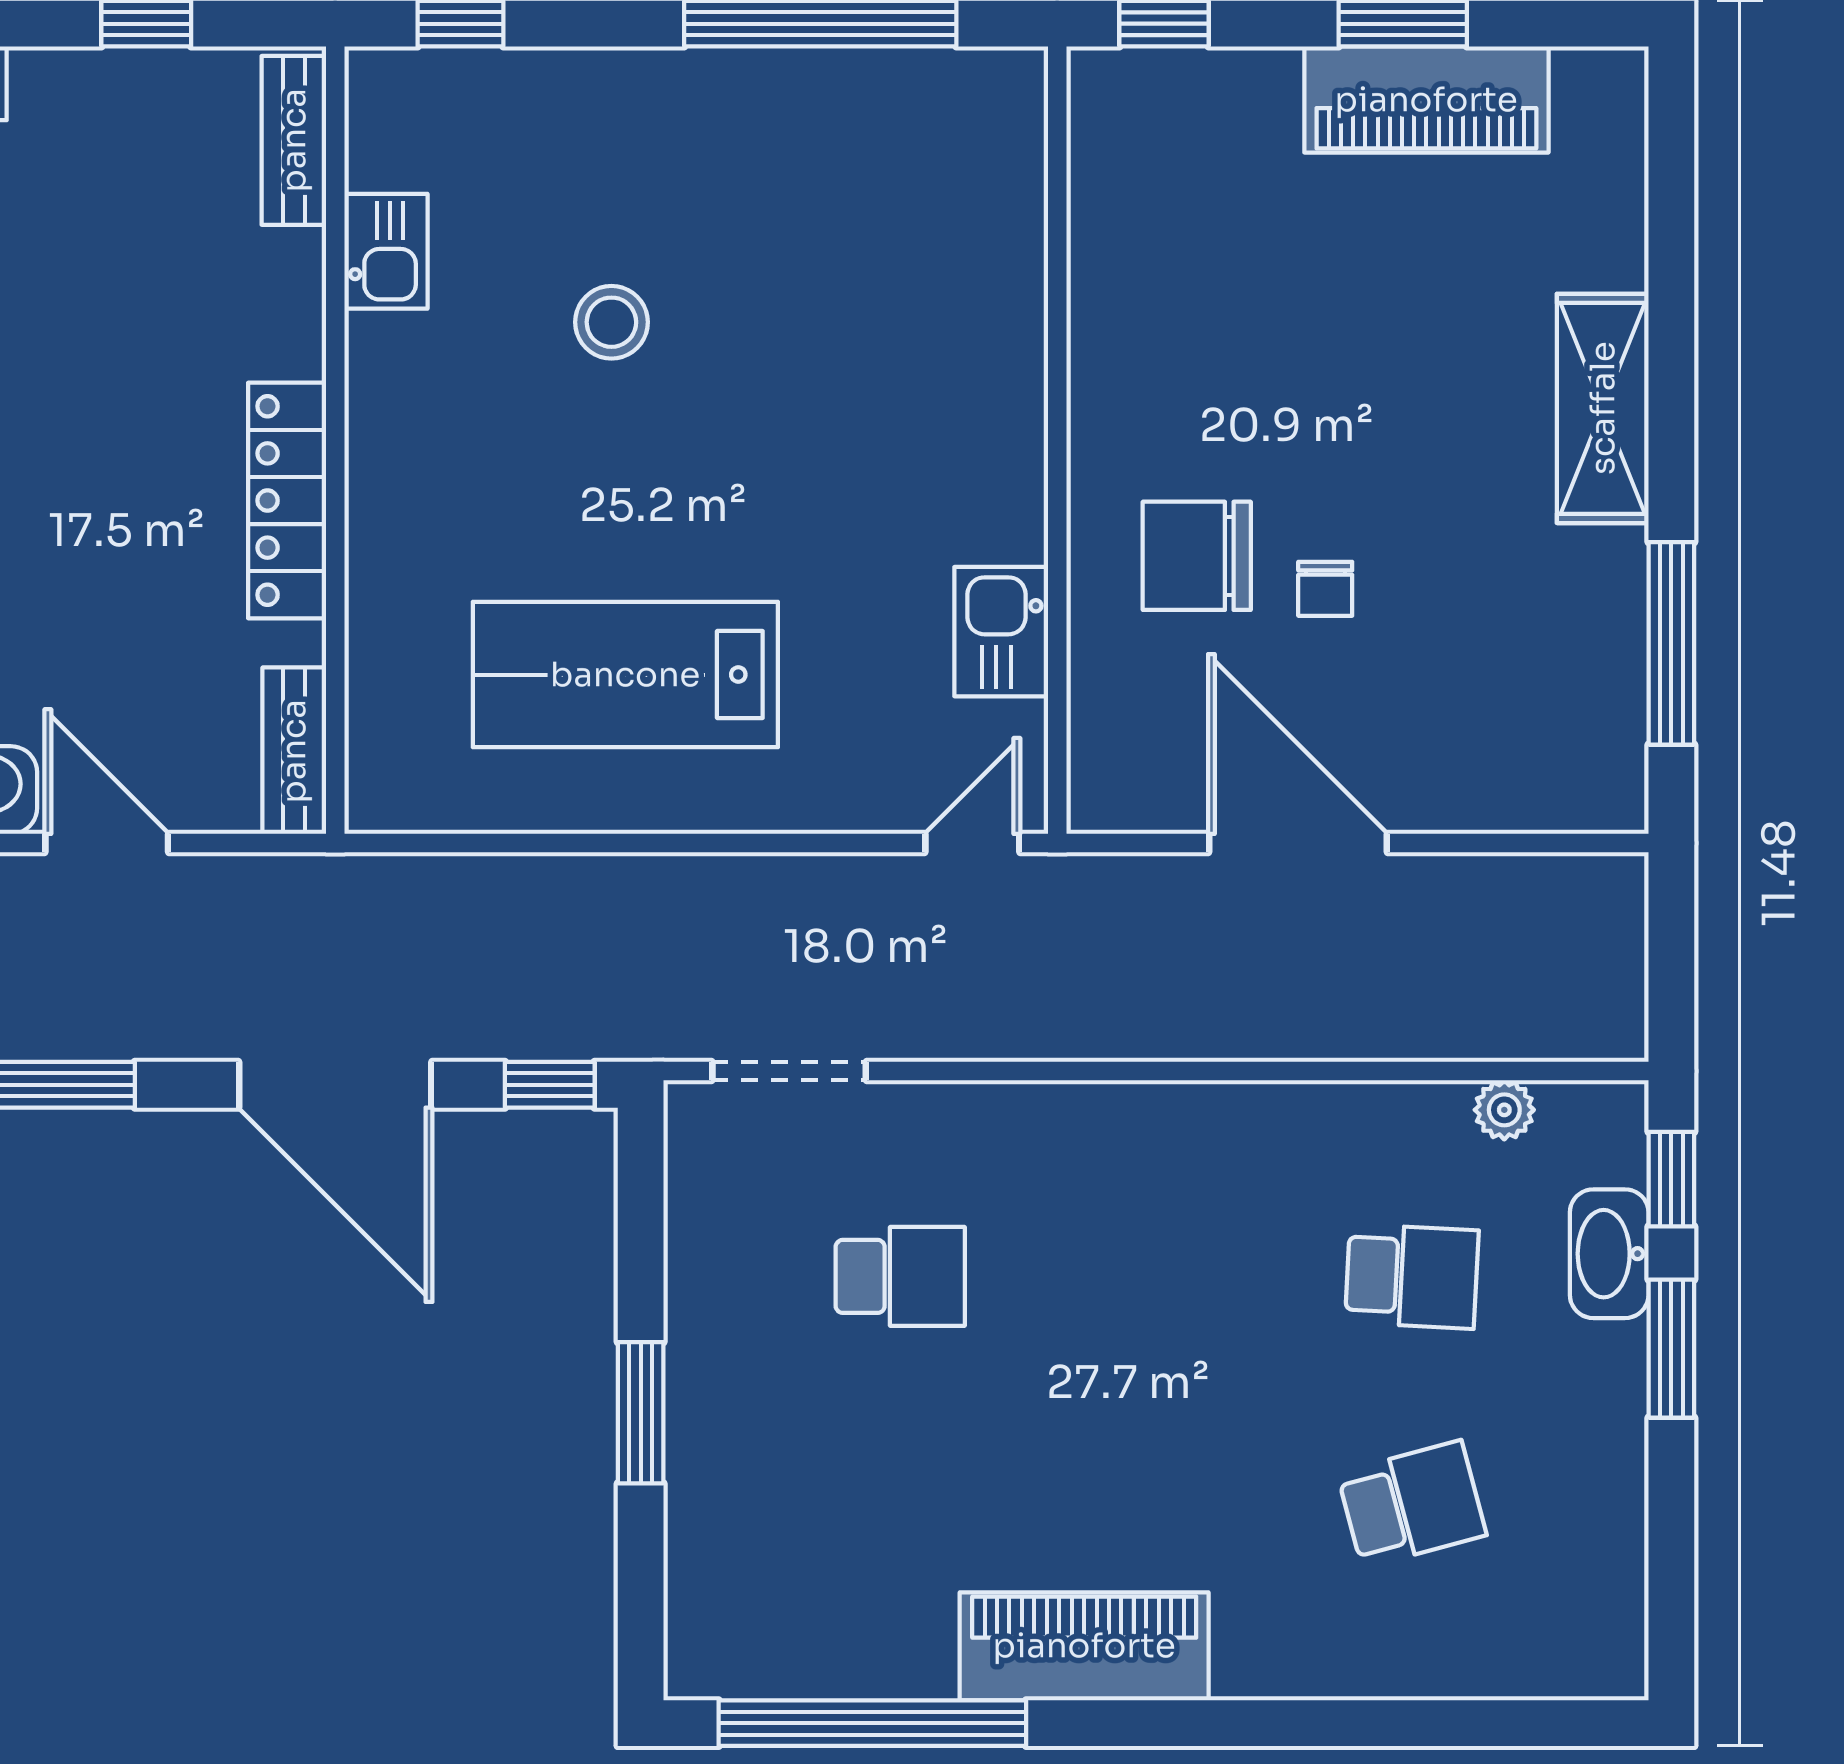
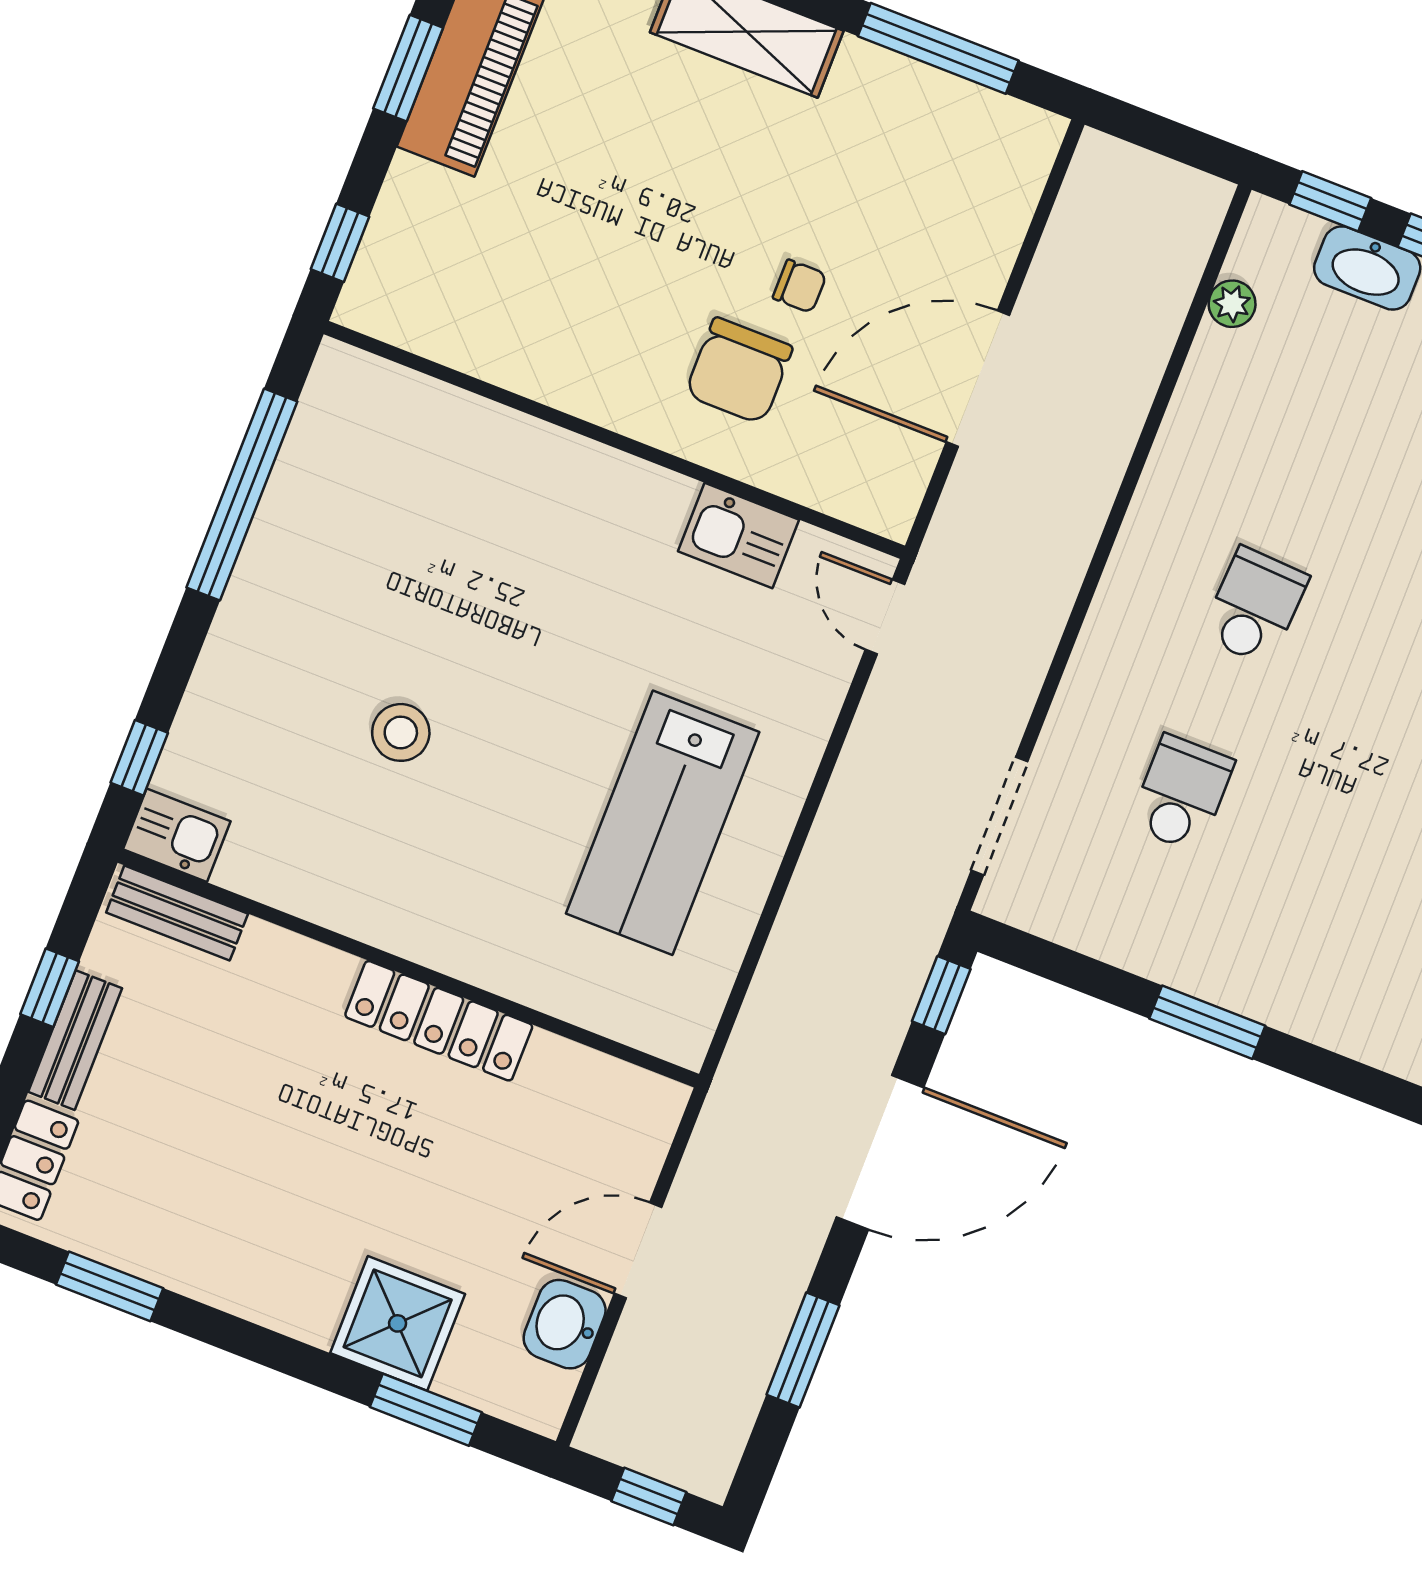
kitchen sink: (386, 251) -> (177, 835), moved
bench: (294, 751) -> (75, 1040), moved, turned 90
school desk: (1412, 1276) -> (1255, 606), moved

